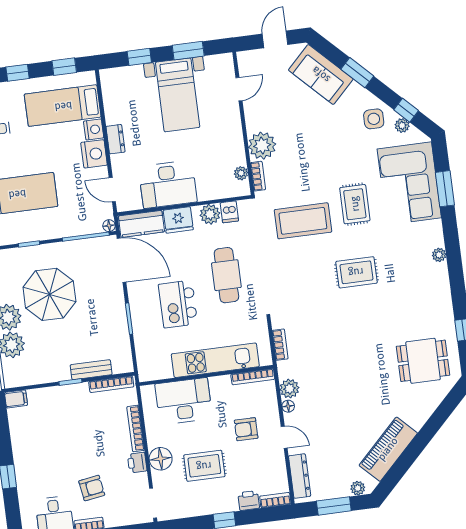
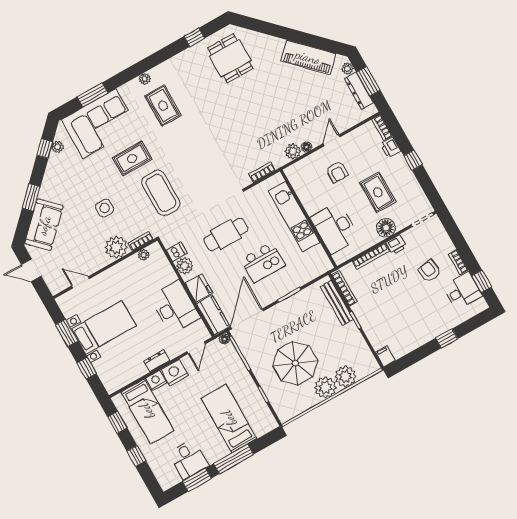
side table: (374, 119) -> (105, 208), moved
rug: (356, 272) -> (163, 106), moved
bench: (91, 370) -> (337, 303), width x1.36
bookcase: (253, 377) -> (295, 183), removed
dresser: (300, 476) -> (359, 91), moved, turned -90

